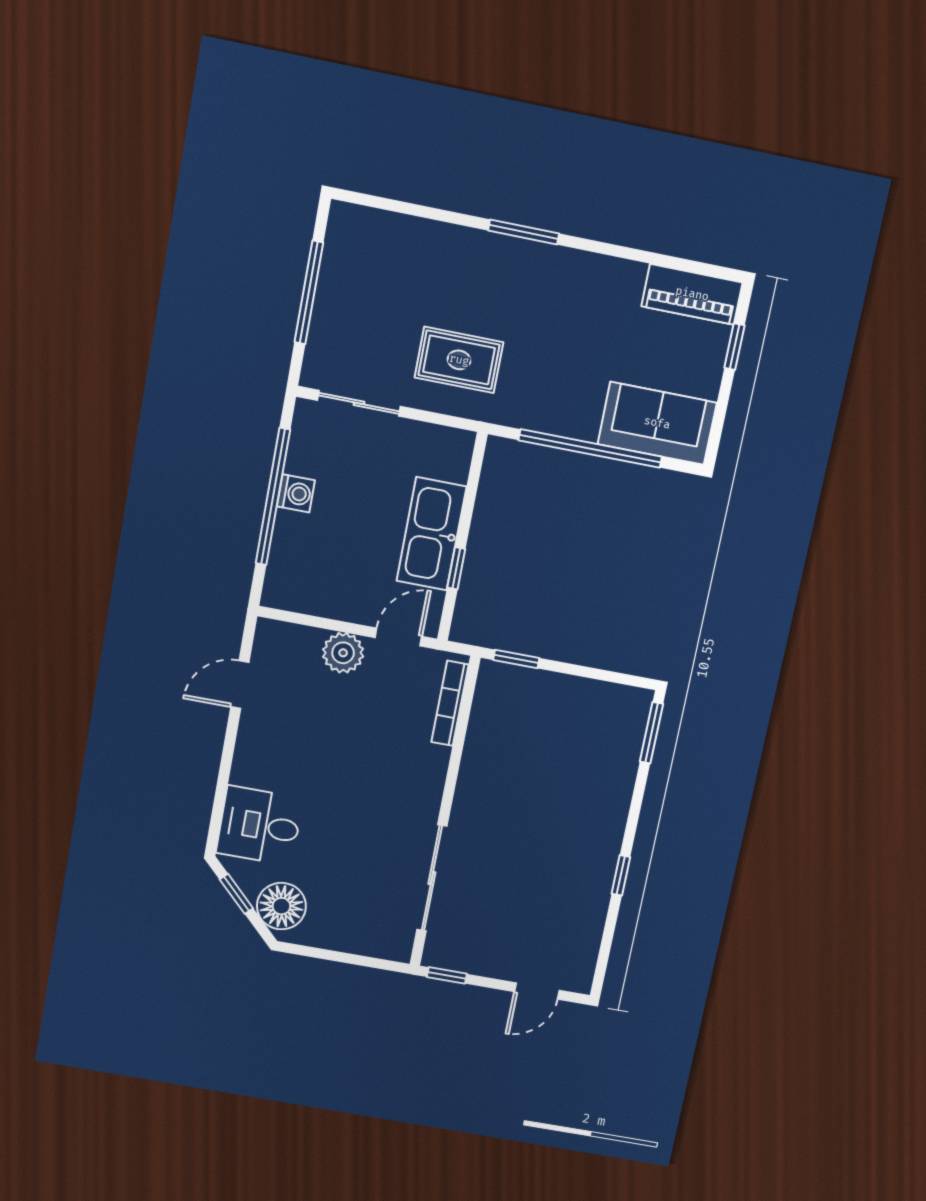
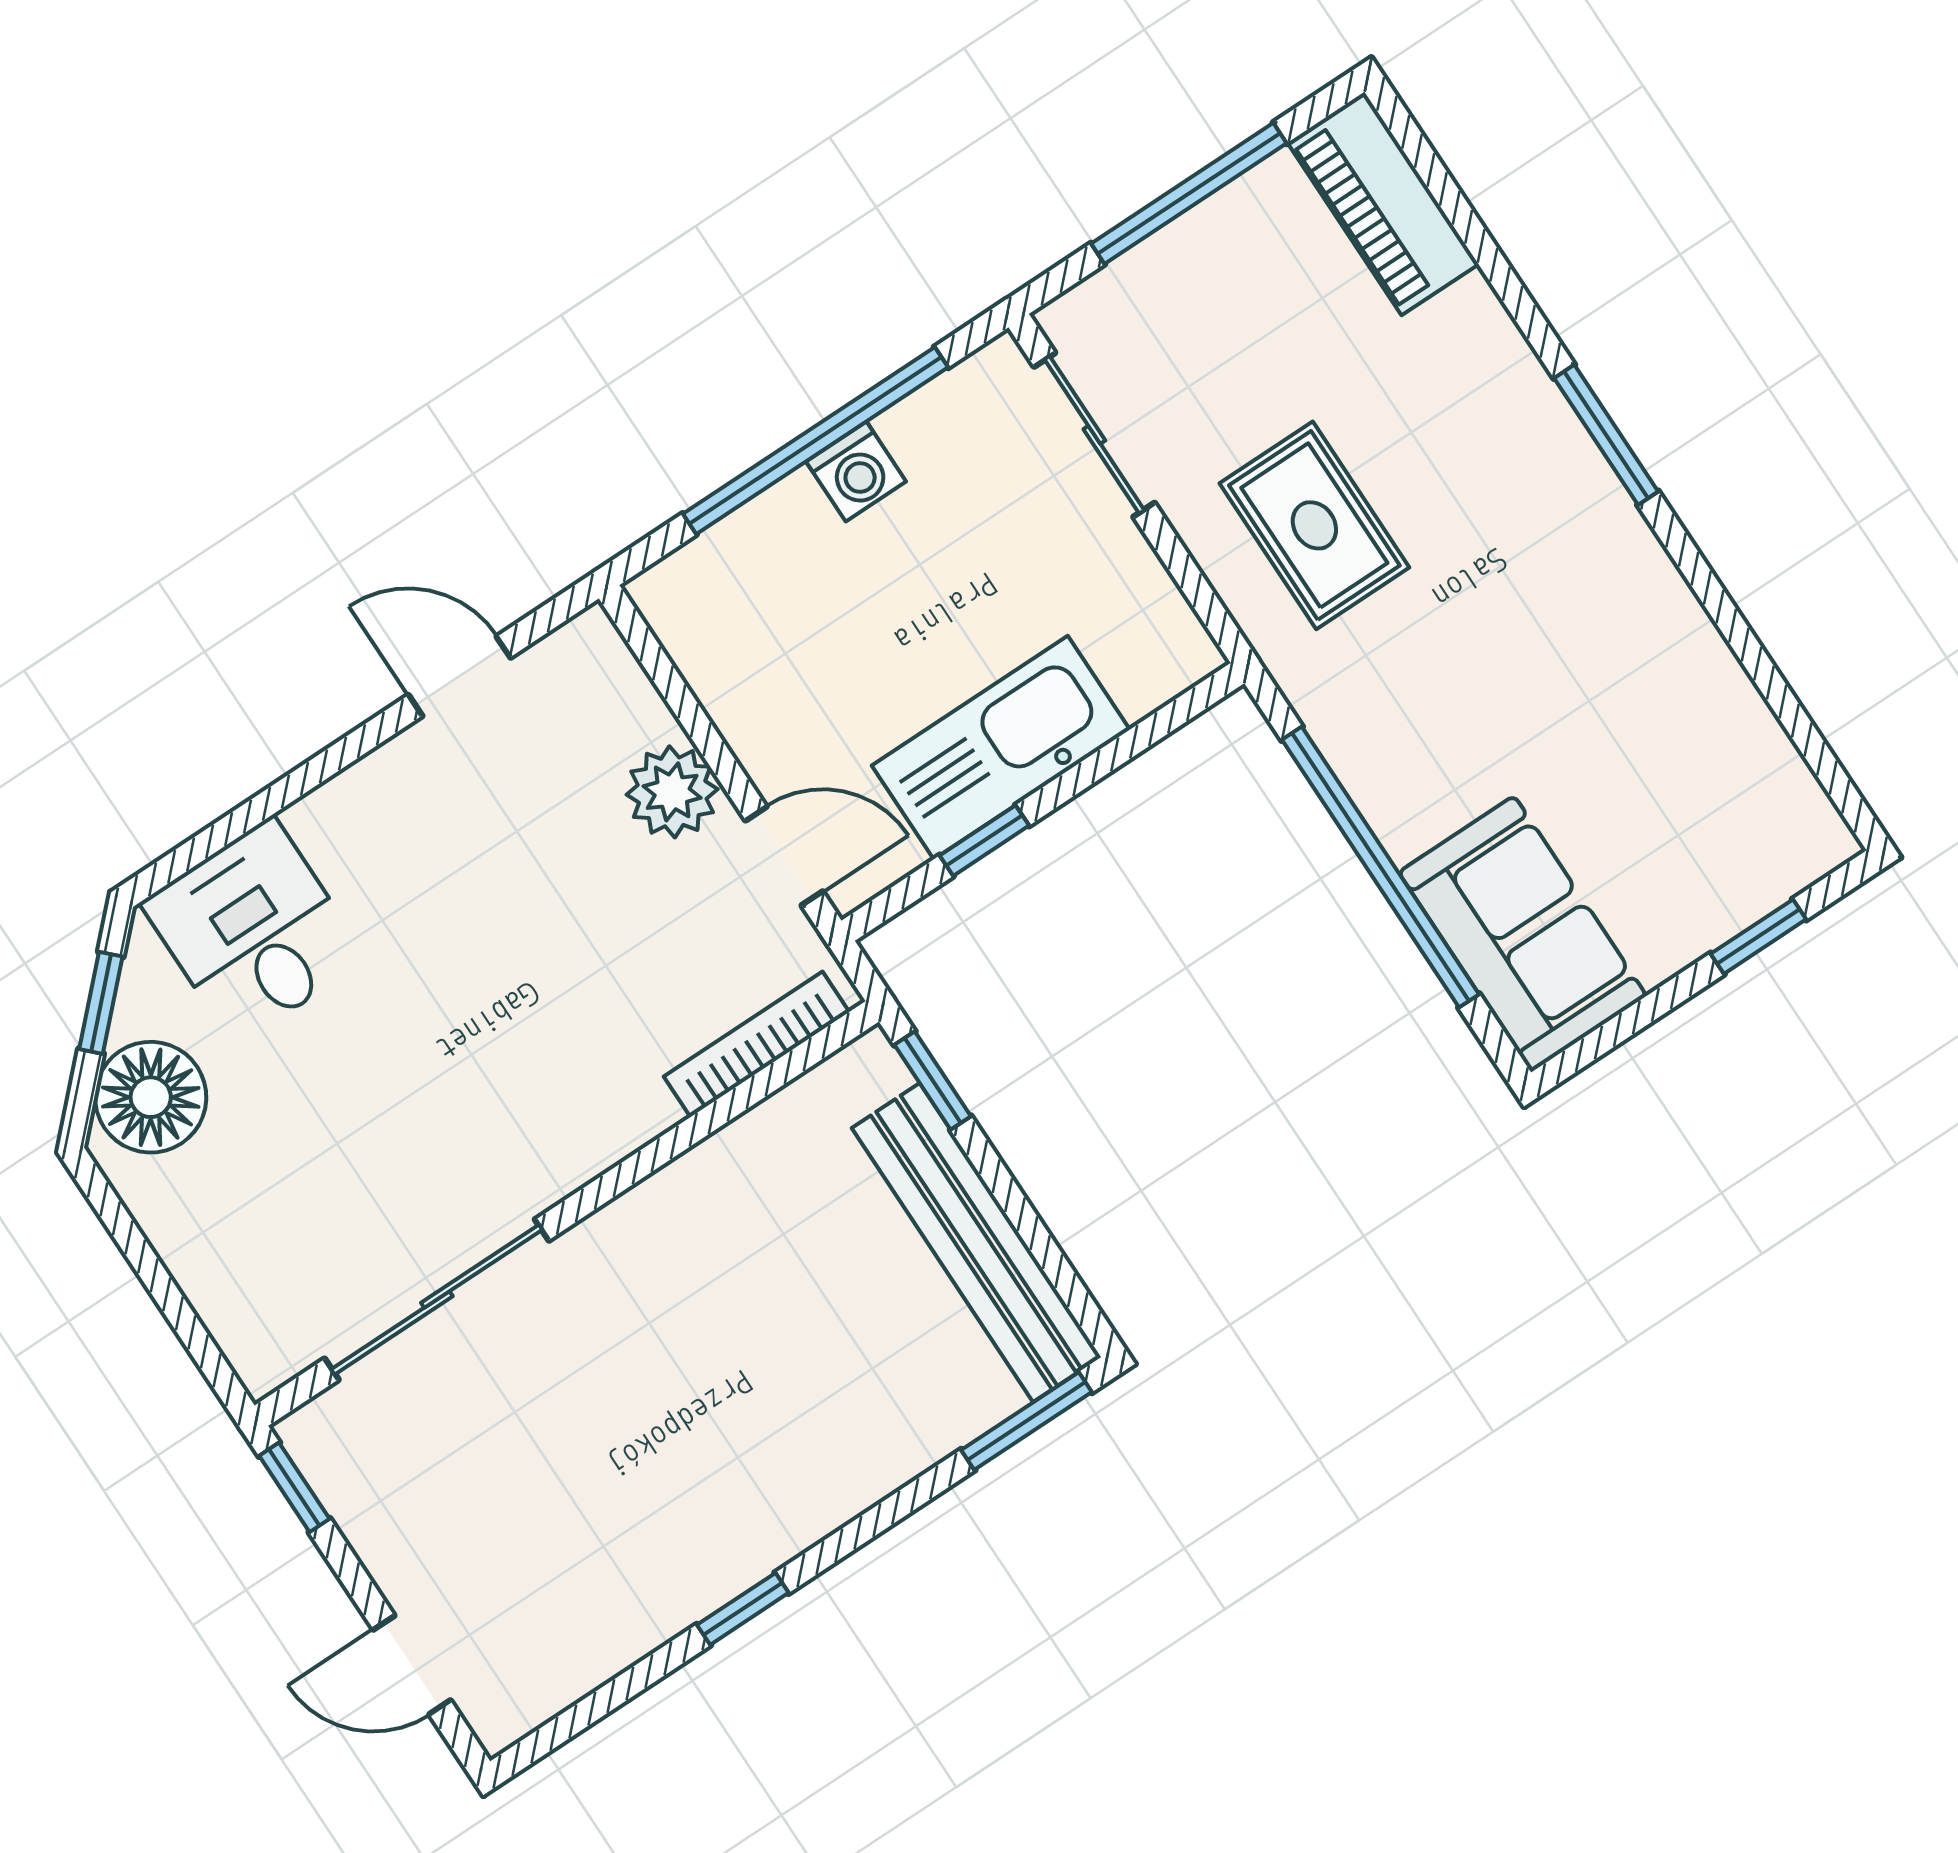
piano: (692, 294) -> (1383, 203), moved
bench: (581, 695) -> (976, 1243), added

